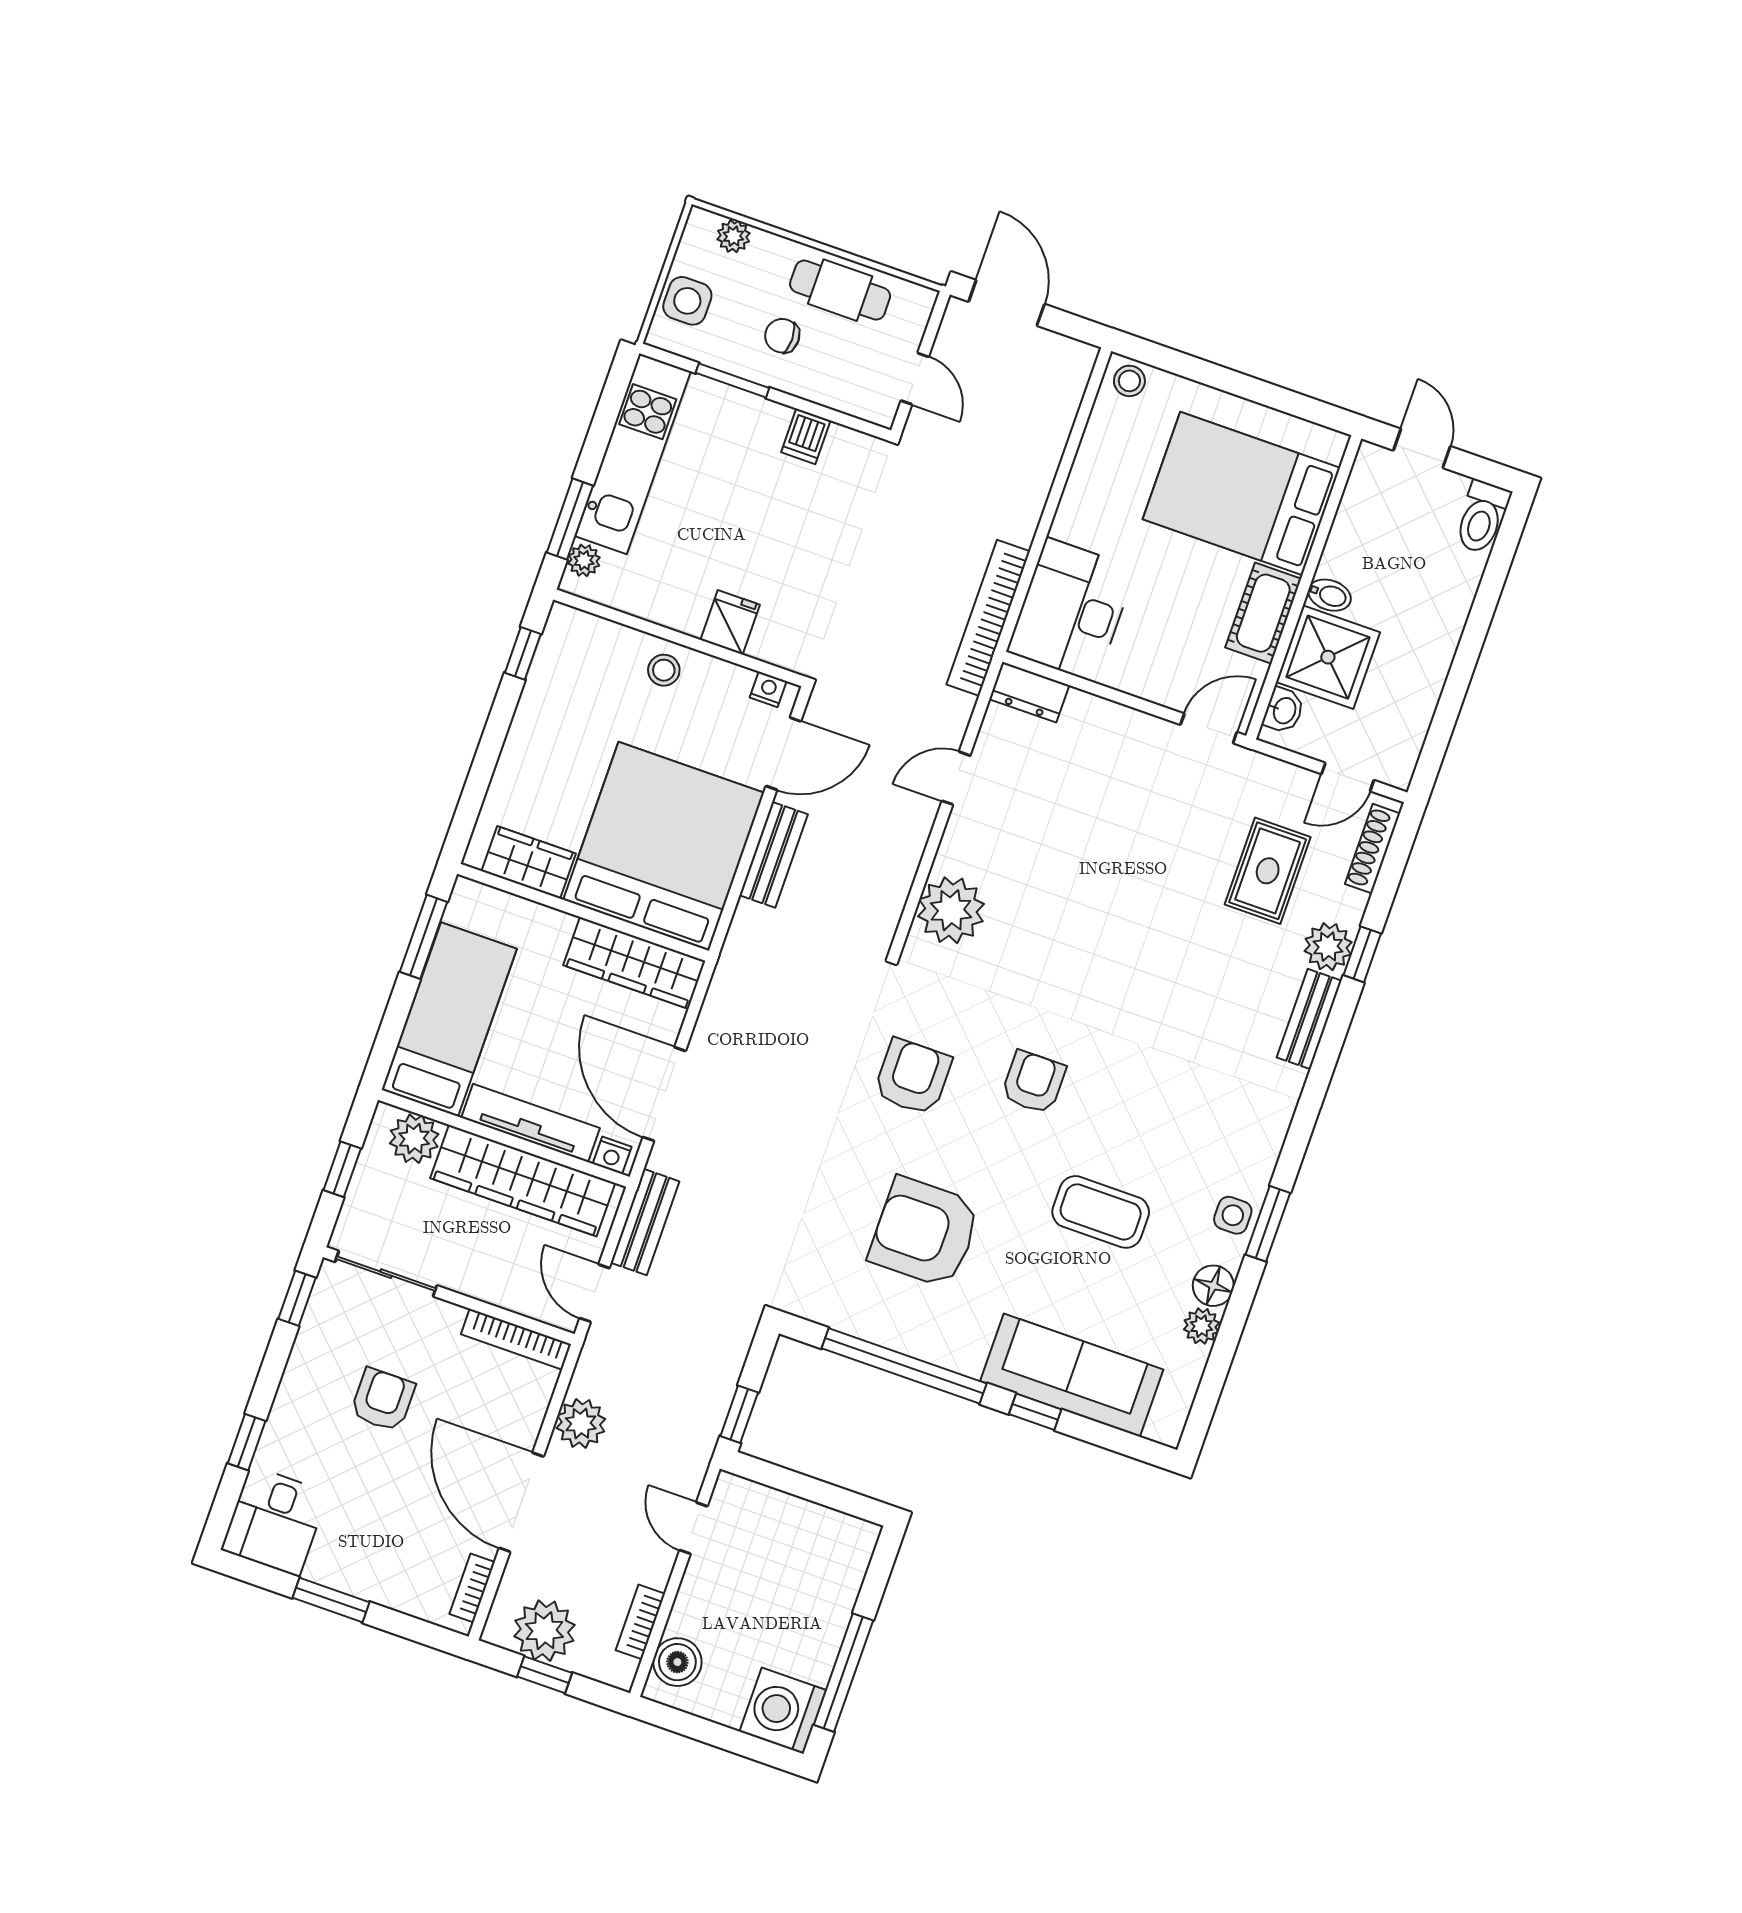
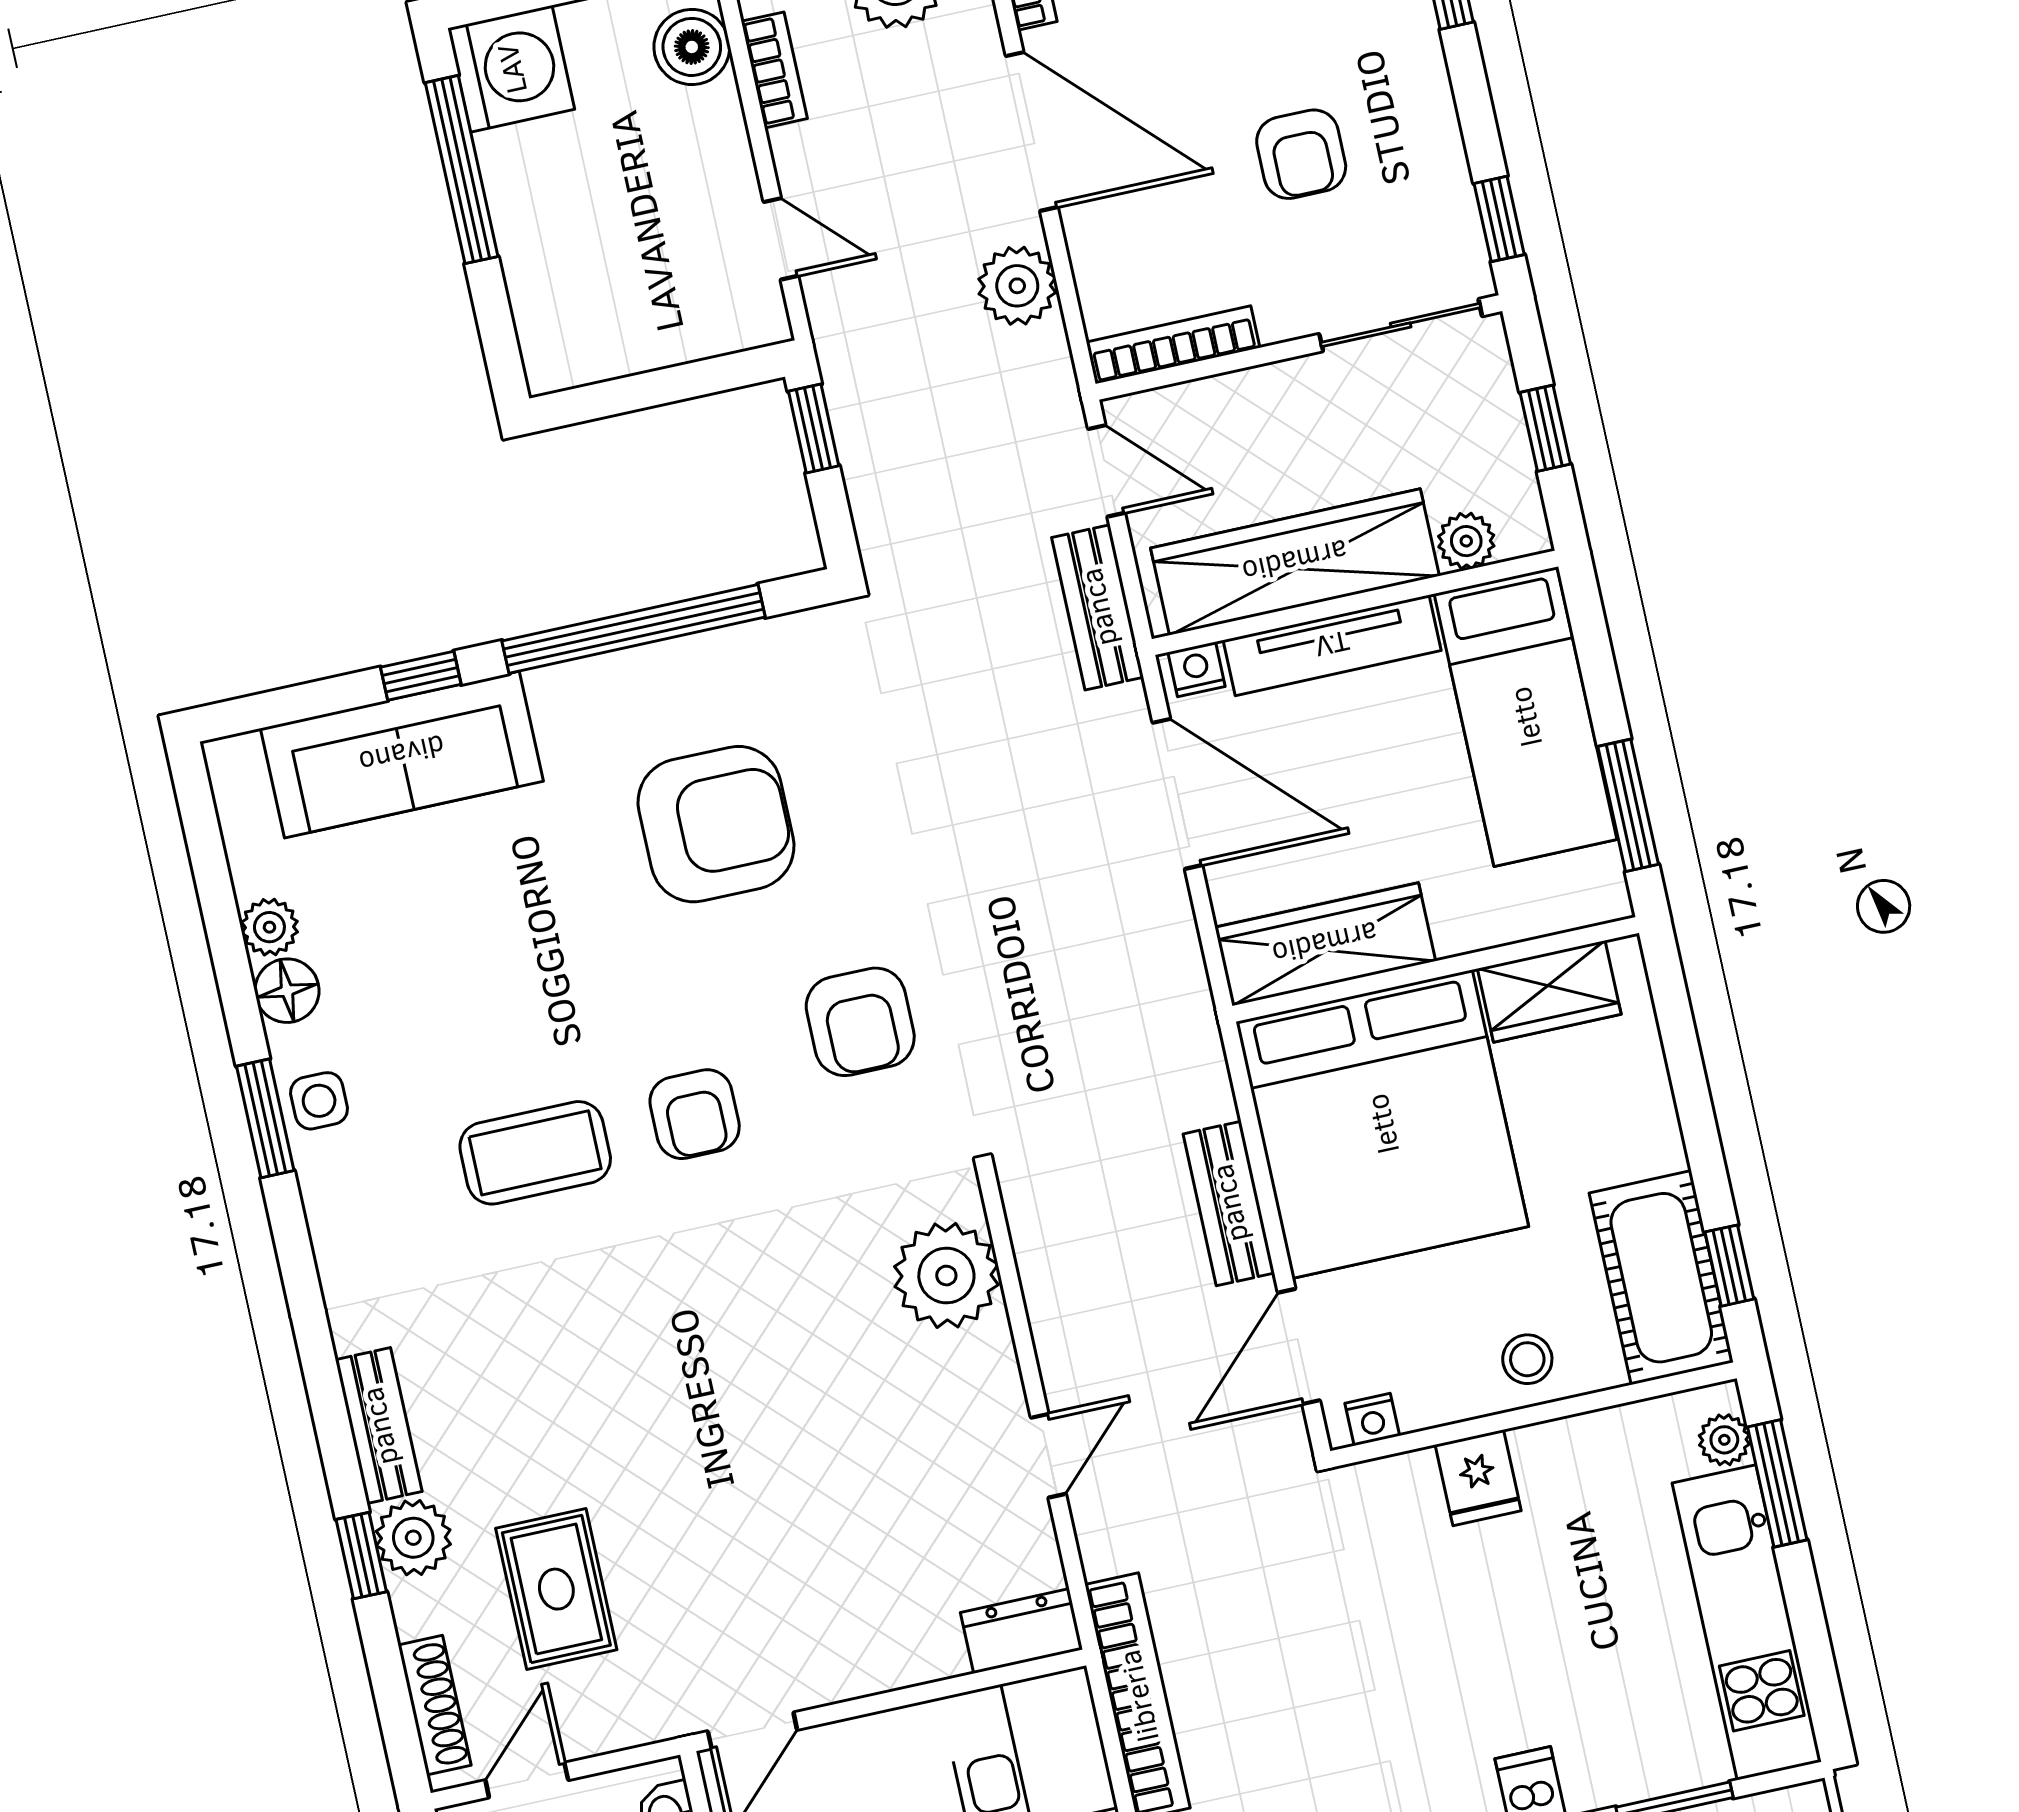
cot: (564, 669) -> (1661, 1278), added
plant: (414, 1139) -> (1466, 541), width x0.73, depth x0.73
coffee table: (1101, 1212) -> (535, 1153), moved

